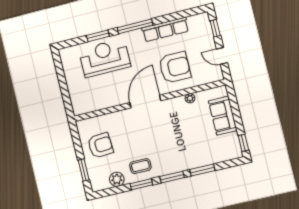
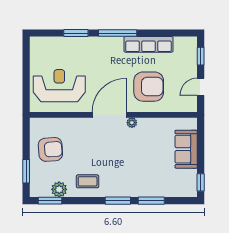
door: (222, 56) -> (201, 87), hinge flipped
reception desk: (105, 58) -> (59, 86), moved
plant: (190, 98) -> (132, 123), moved
window: (141, 184) -> (50, 201), moved

